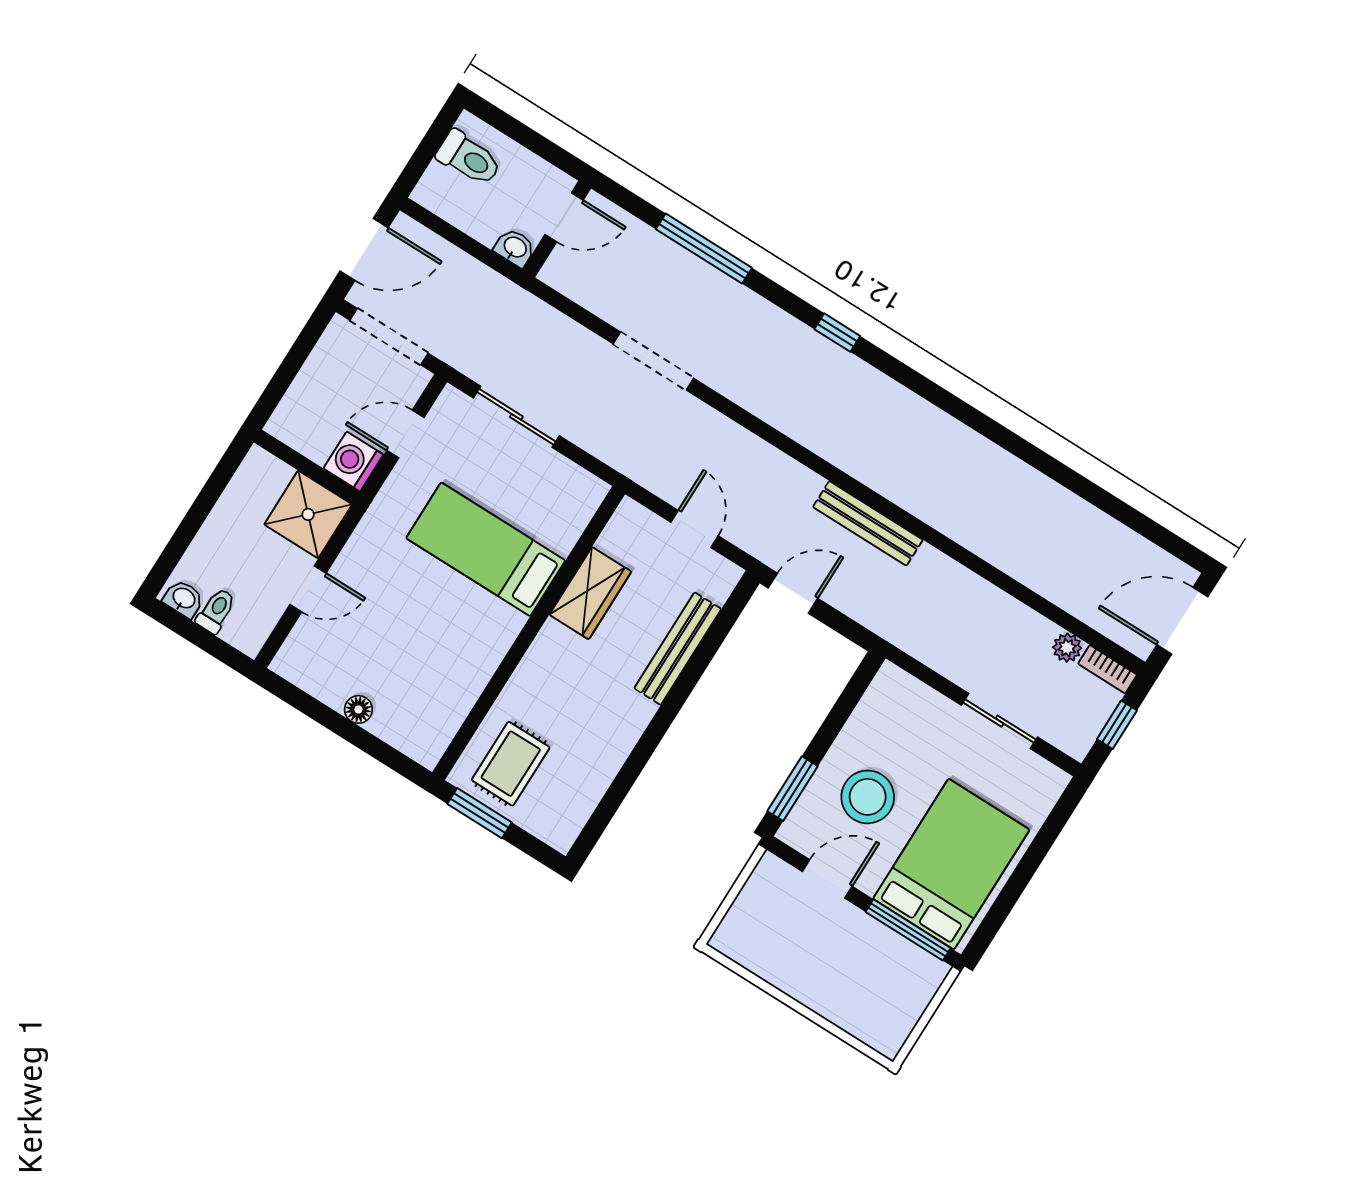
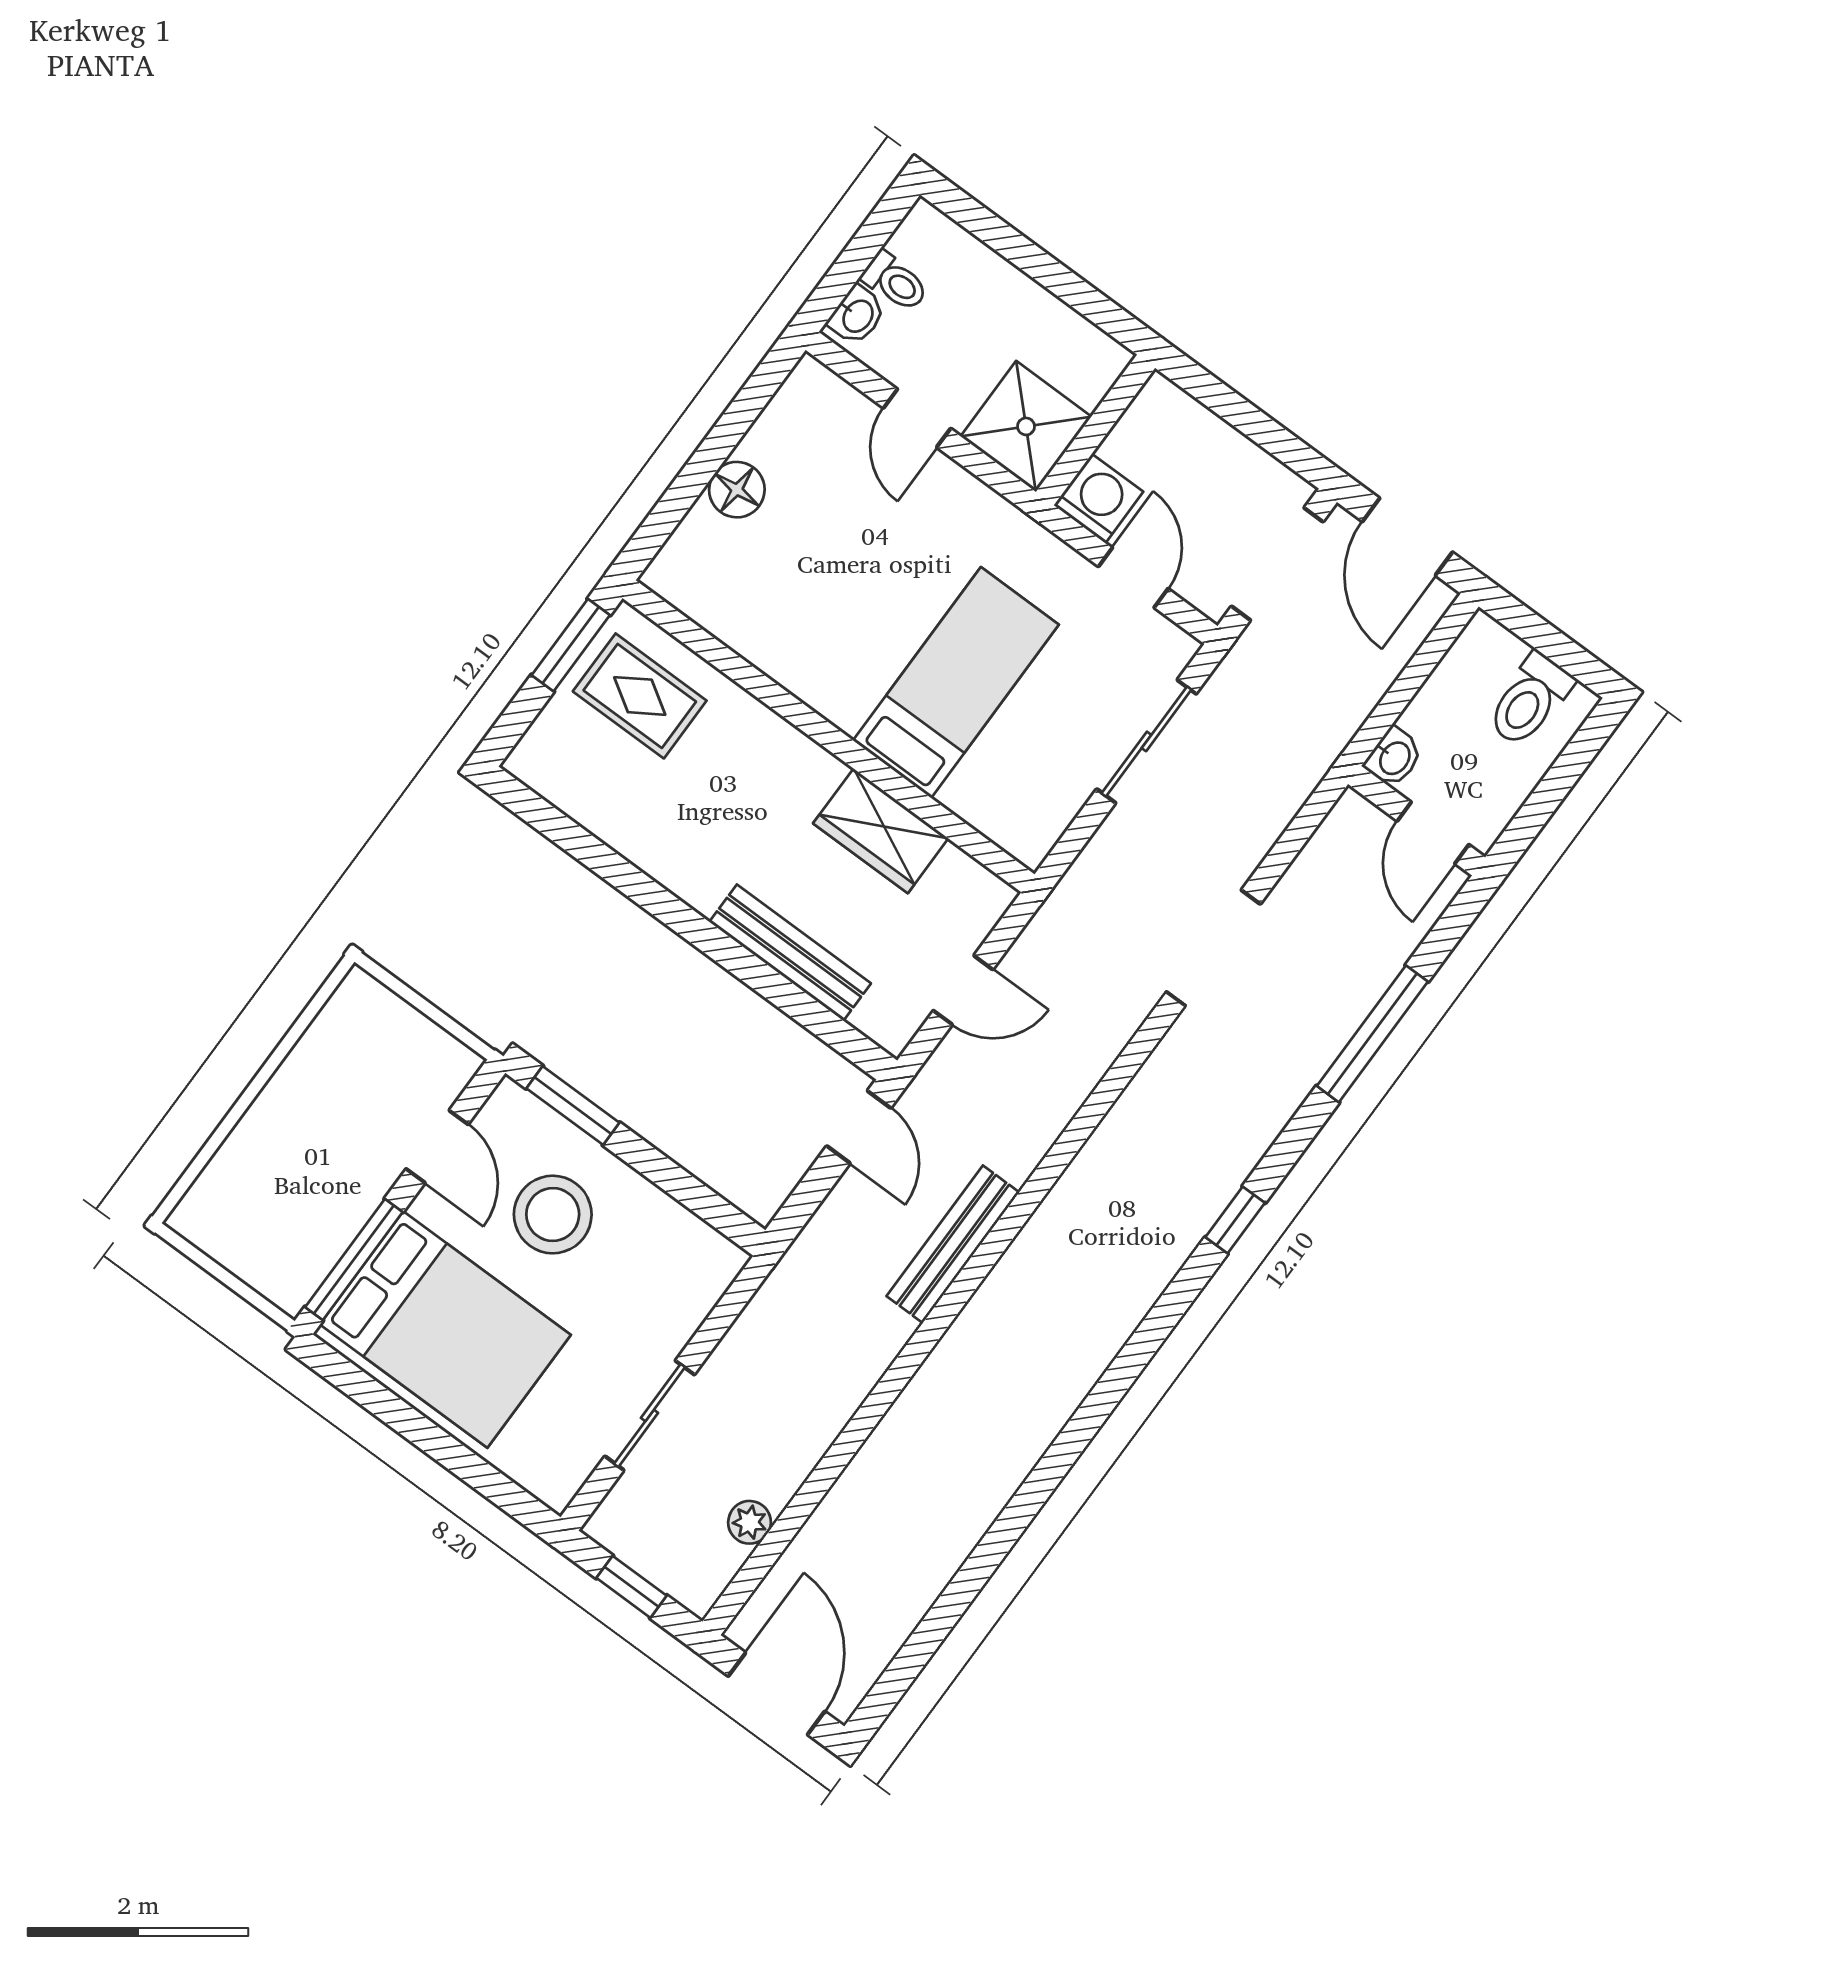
washbasin: (184, 599) -> (857, 315), moved
bookcase: (1108, 669) -> (714, 1579), removed
floor lamp: (358, 709) -> (737, 490), width x1.37, depth x1.37

